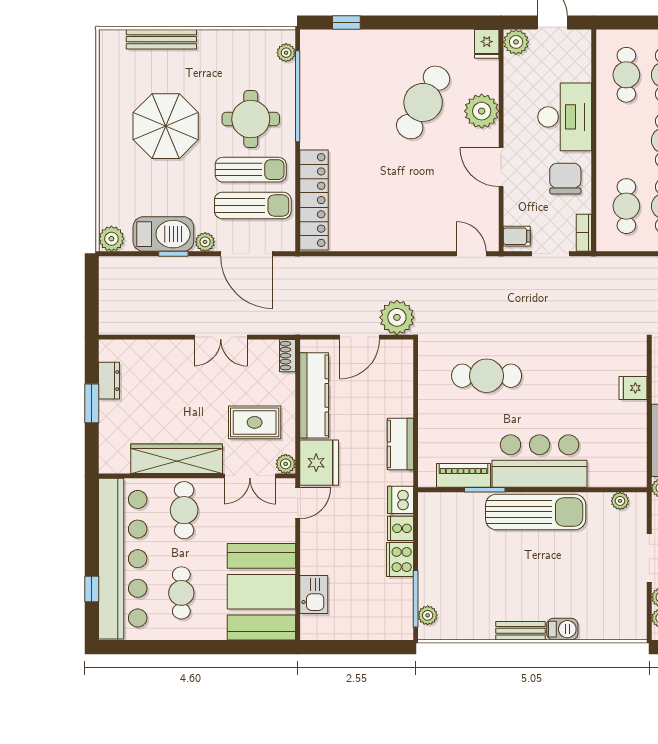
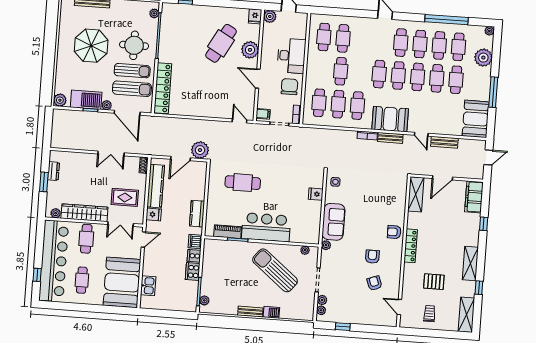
fridge: (319, 463) -> (154, 214), width x0.53, depth x0.75
plant: (286, 464) -> (56, 213), moved
sun lounger: (536, 512) -> (275, 270), moved, turned -141

